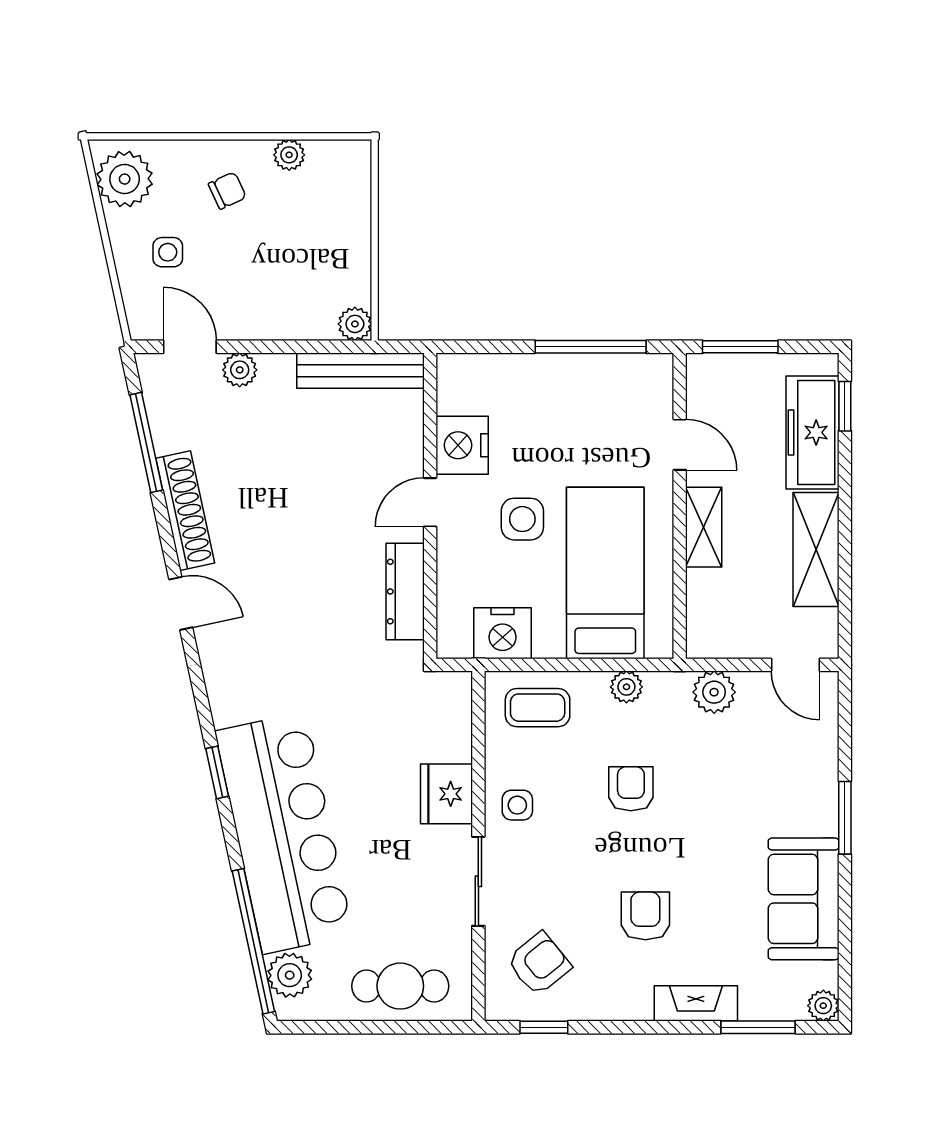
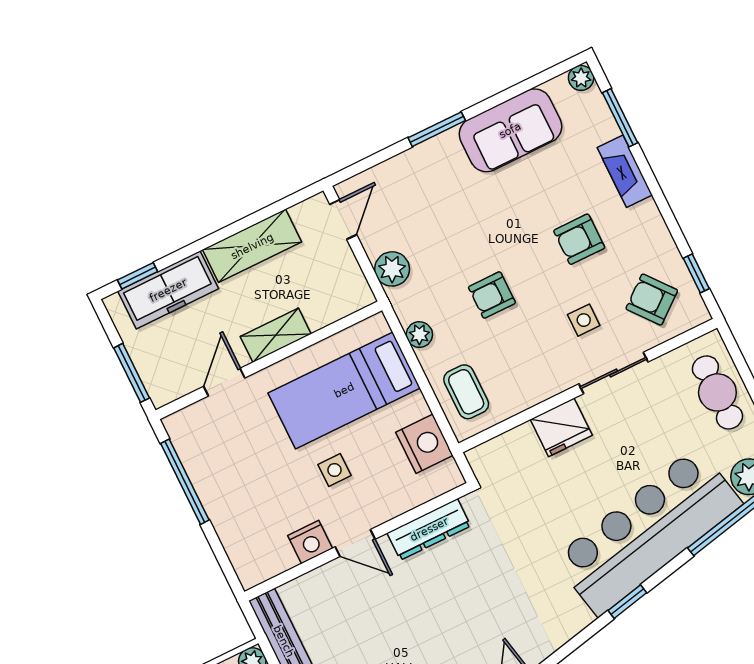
nightstand: (462, 445) -> (310, 542), width x0.74, depth x0.75
side table: (522, 519) -> (334, 470), width x0.73, depth x0.73
side table: (517, 805) -> (584, 320), moved

